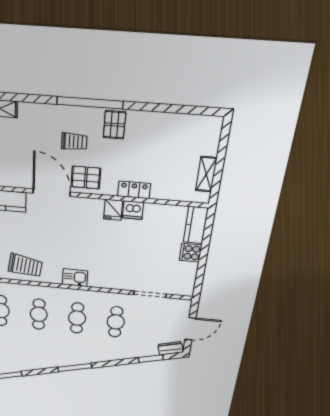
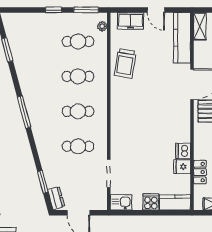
locker: (134, 190) -> (200, 172), moved
fridge: (113, 210) -> (182, 167), moved
kitchen sink: (75, 278) -> (121, 202), moved, turned -90

